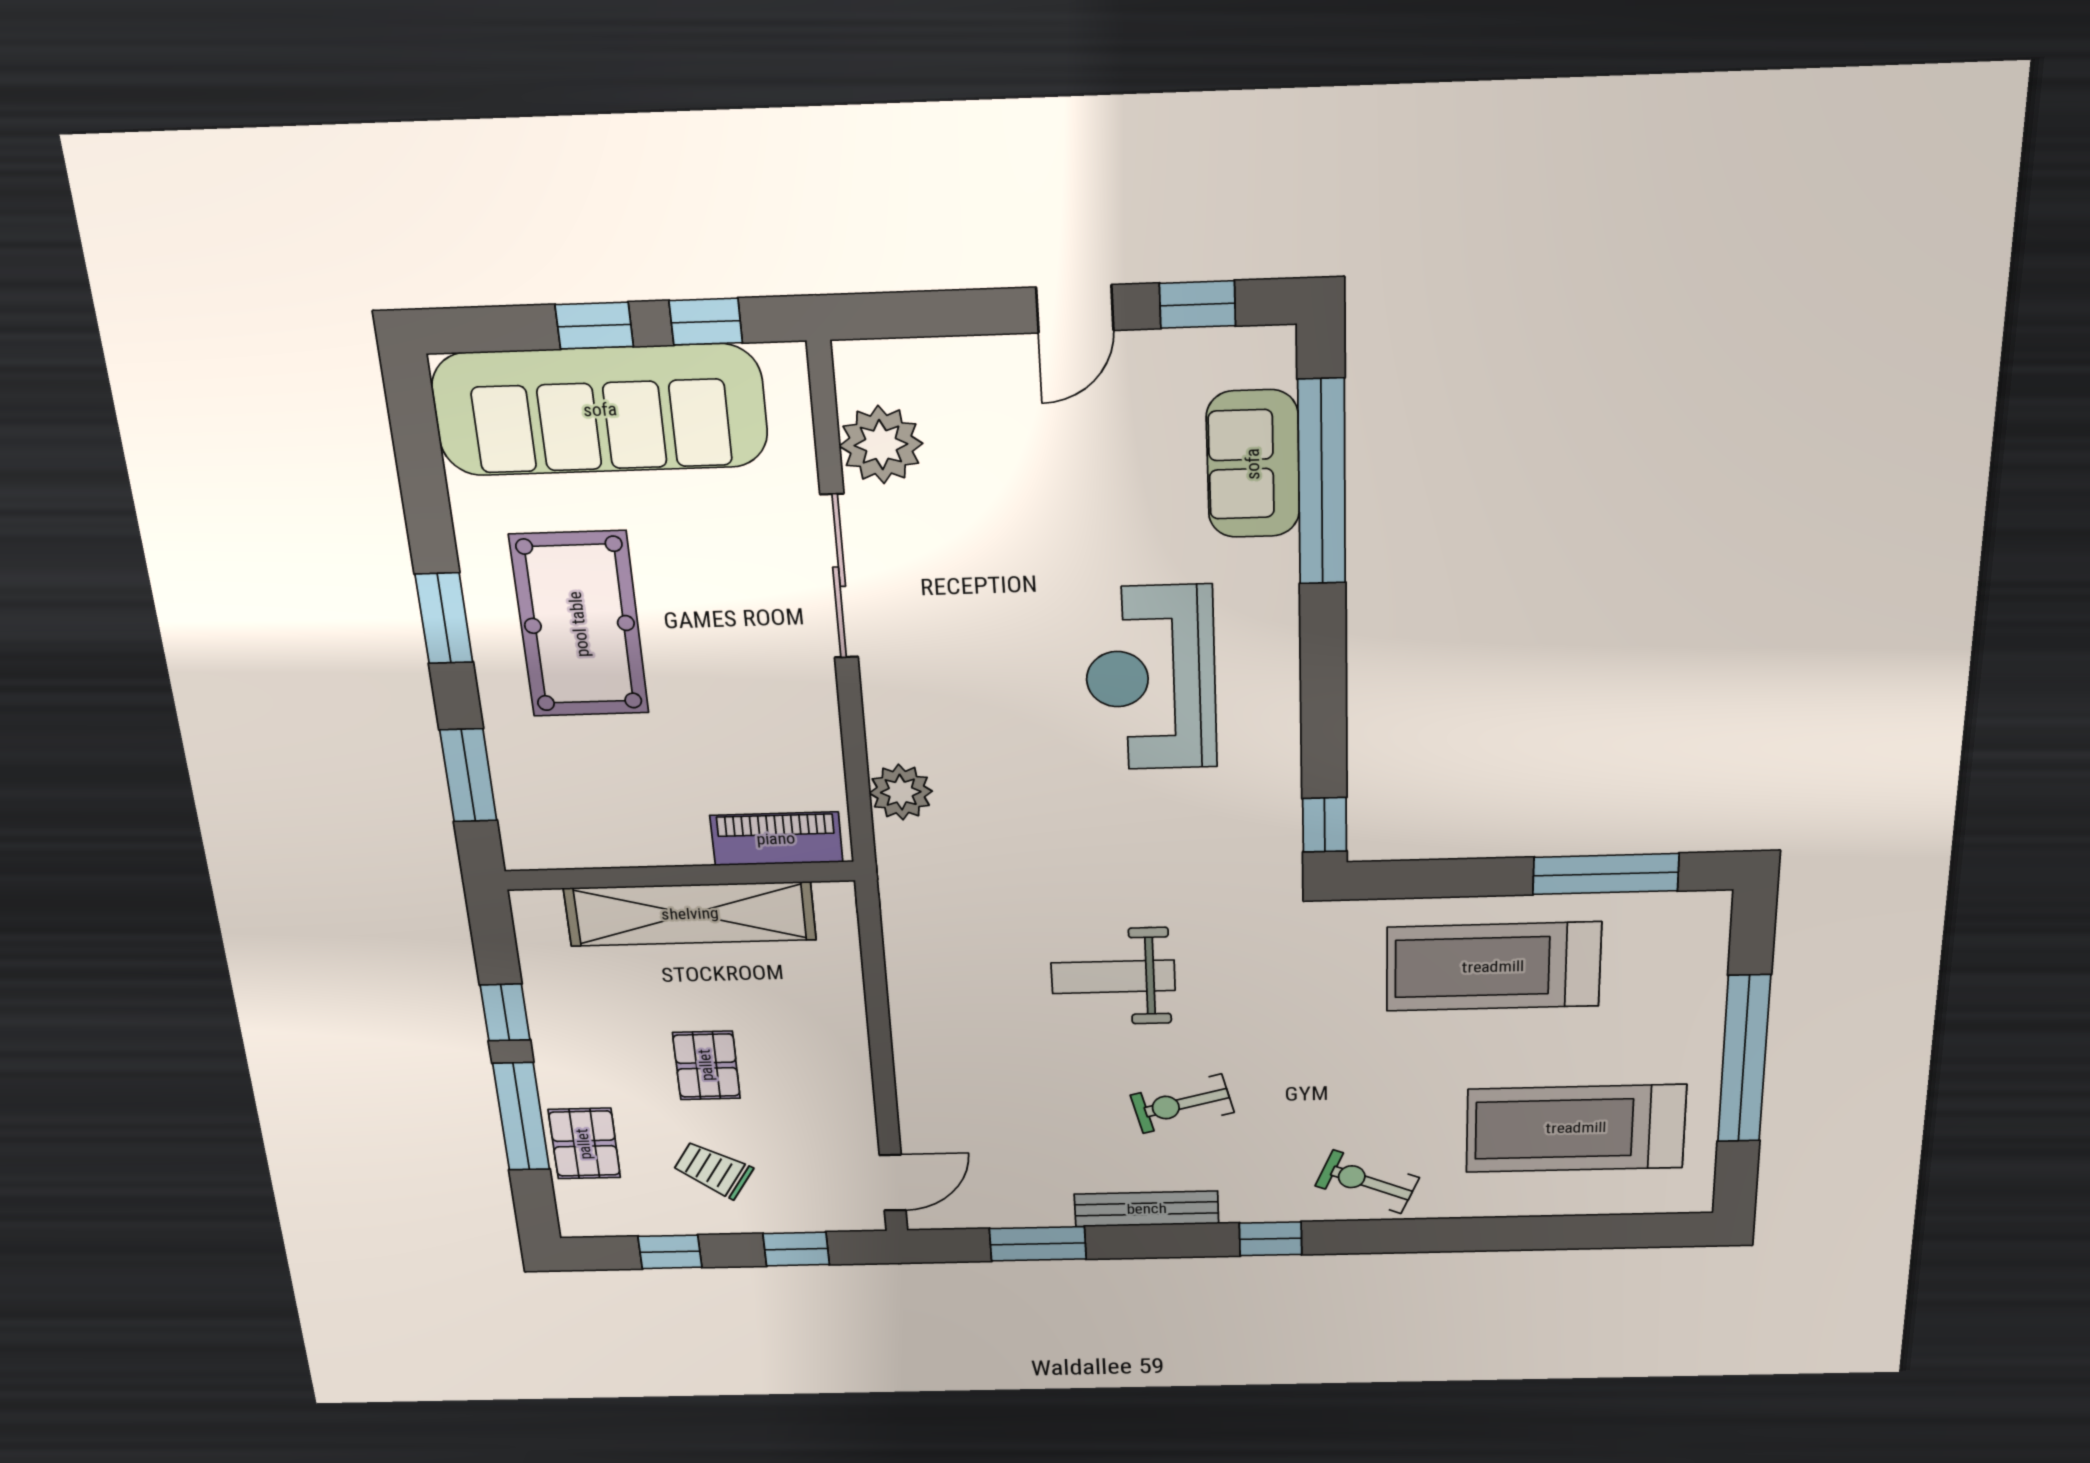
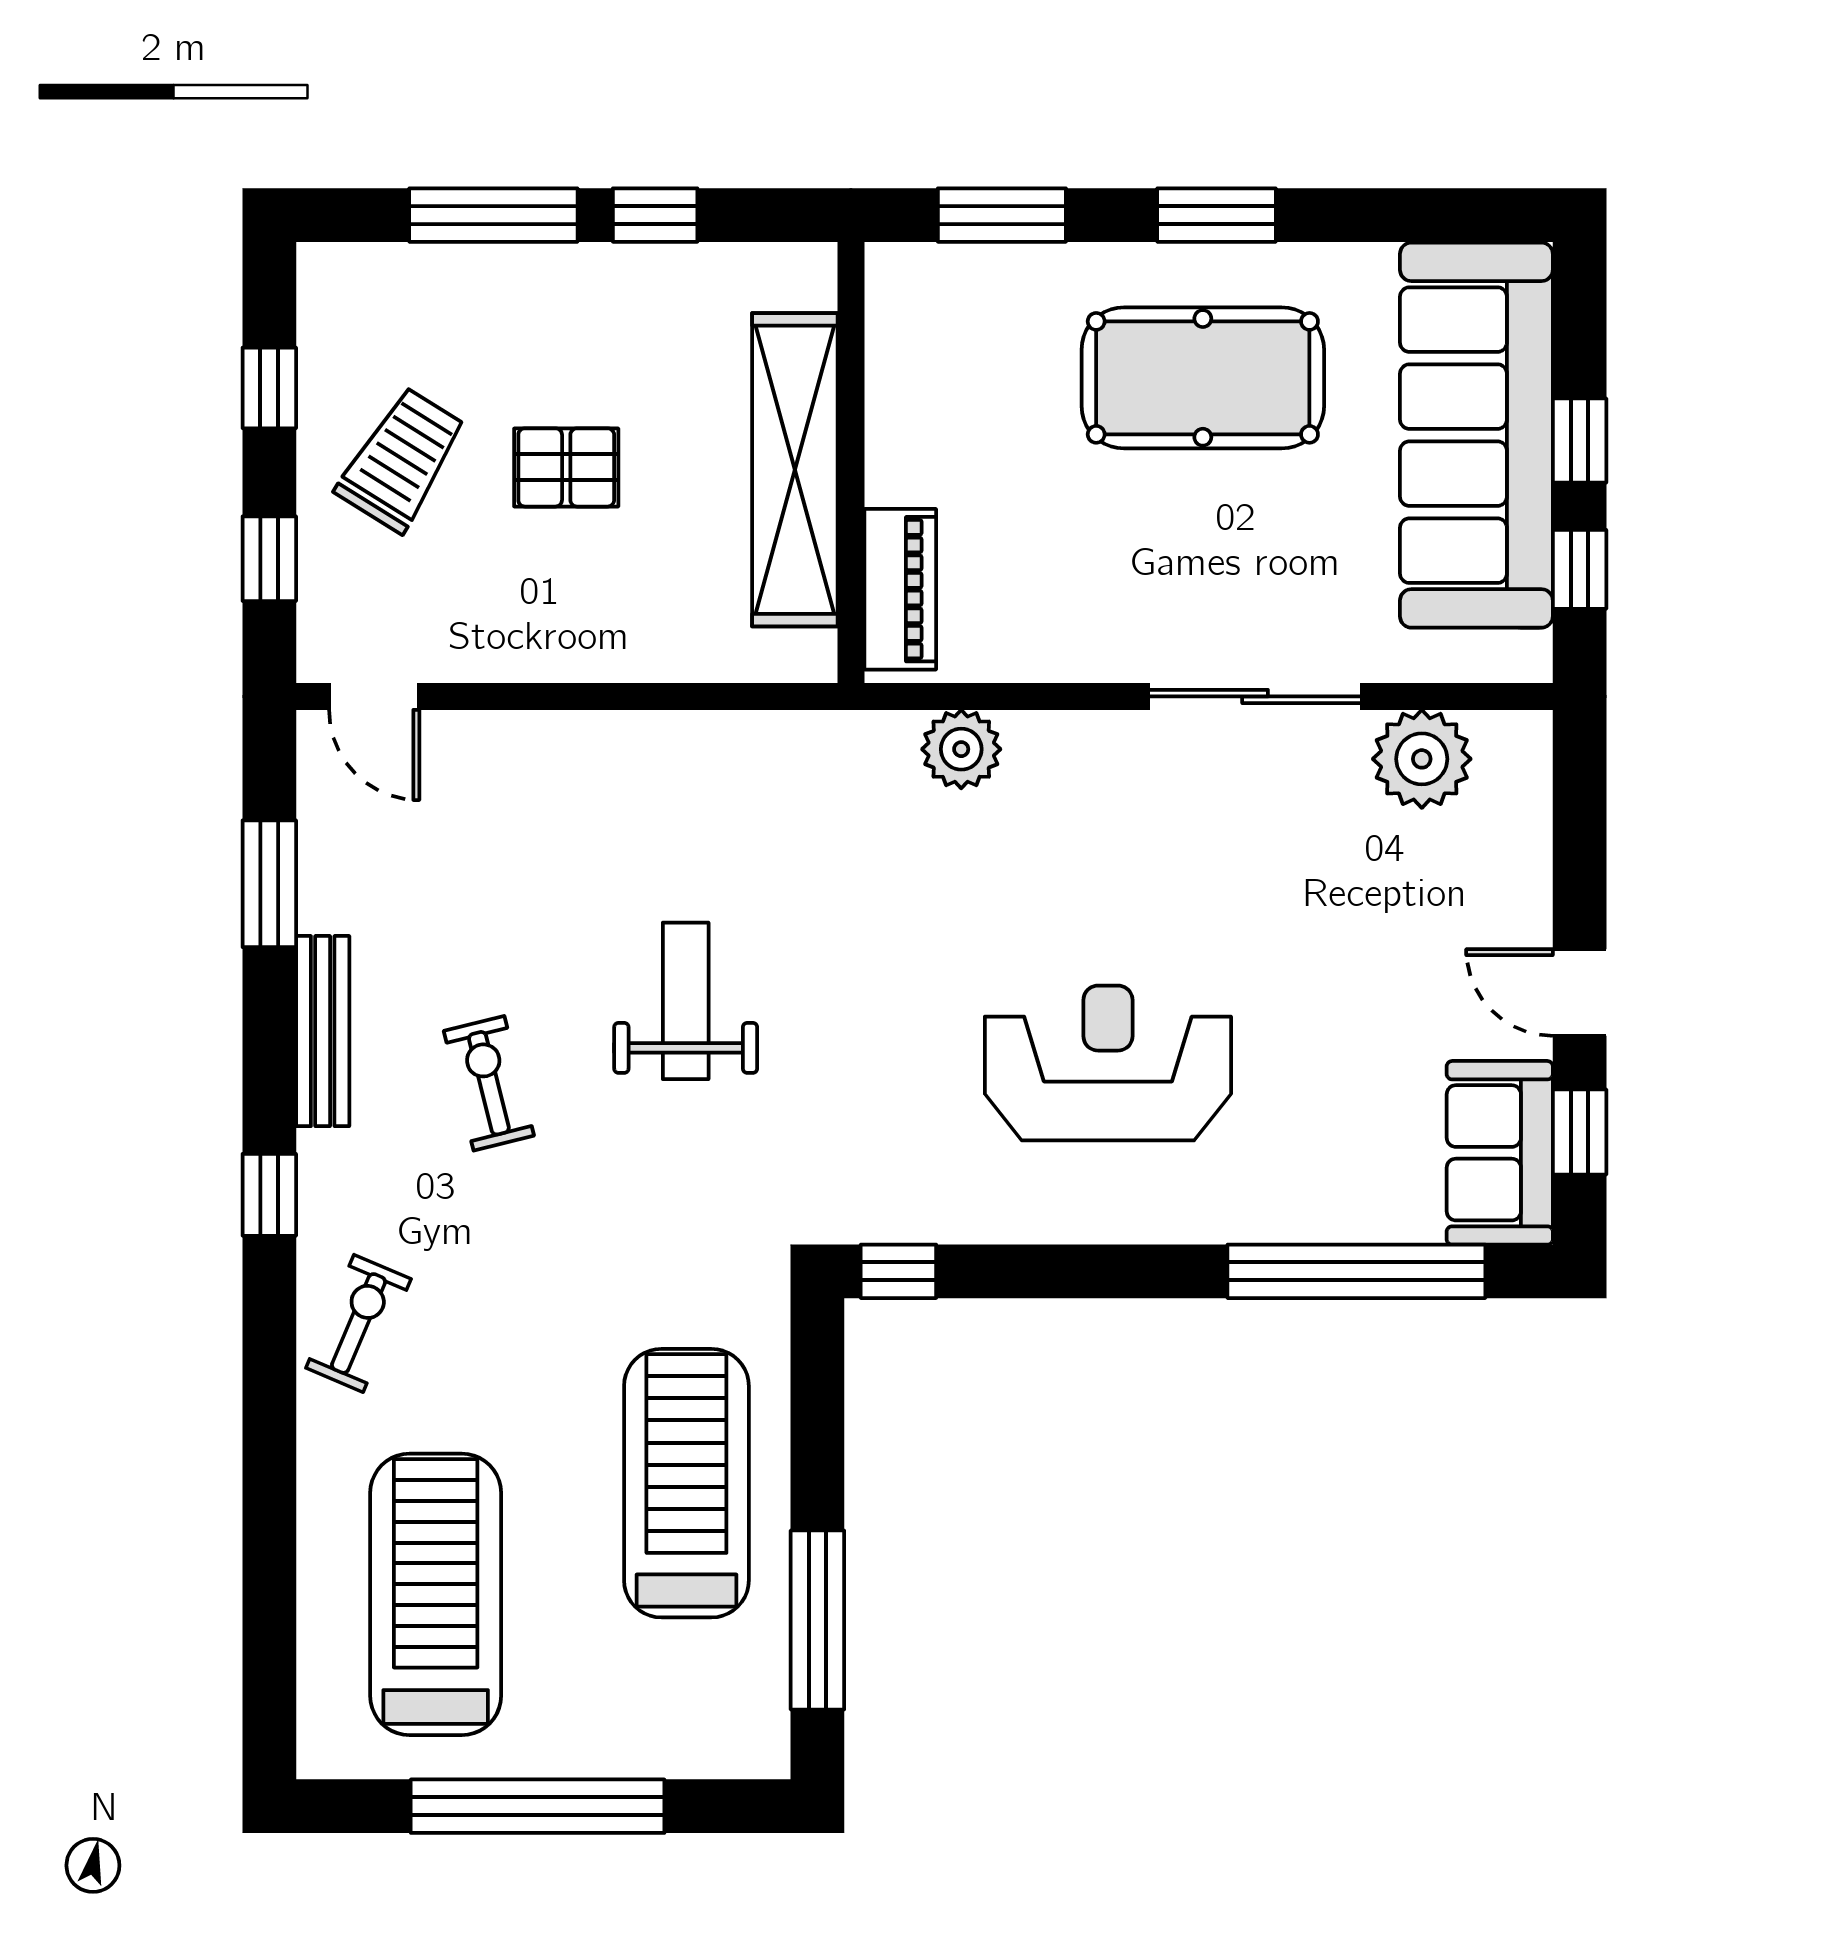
sofa: (1253, 464) -> (1500, 1153), moved, turned -90
pallet: (584, 1144) -> (448, 293), removed
trolley: (713, 1170) -> (401, 460), width x1.36, depth x1.39

